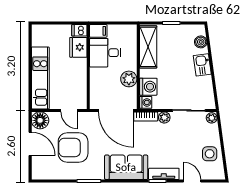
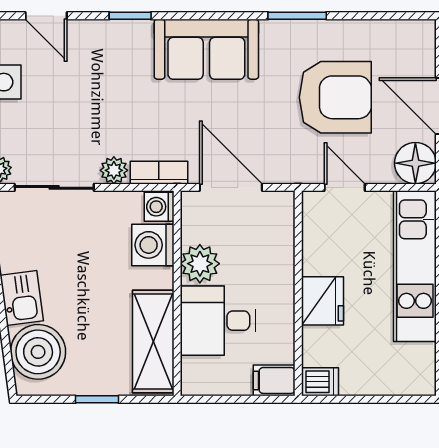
boiler: (201, 42) -> (38, 352), width x1.86, depth x1.86
fridge: (78, 47) -> (322, 301), moved
desk: (105, 53) -> (218, 321), moved, turned 180
door: (116, 110) -> (231, 187), width x0.73
tv unit: (164, 174) -> (115, 33), removed

